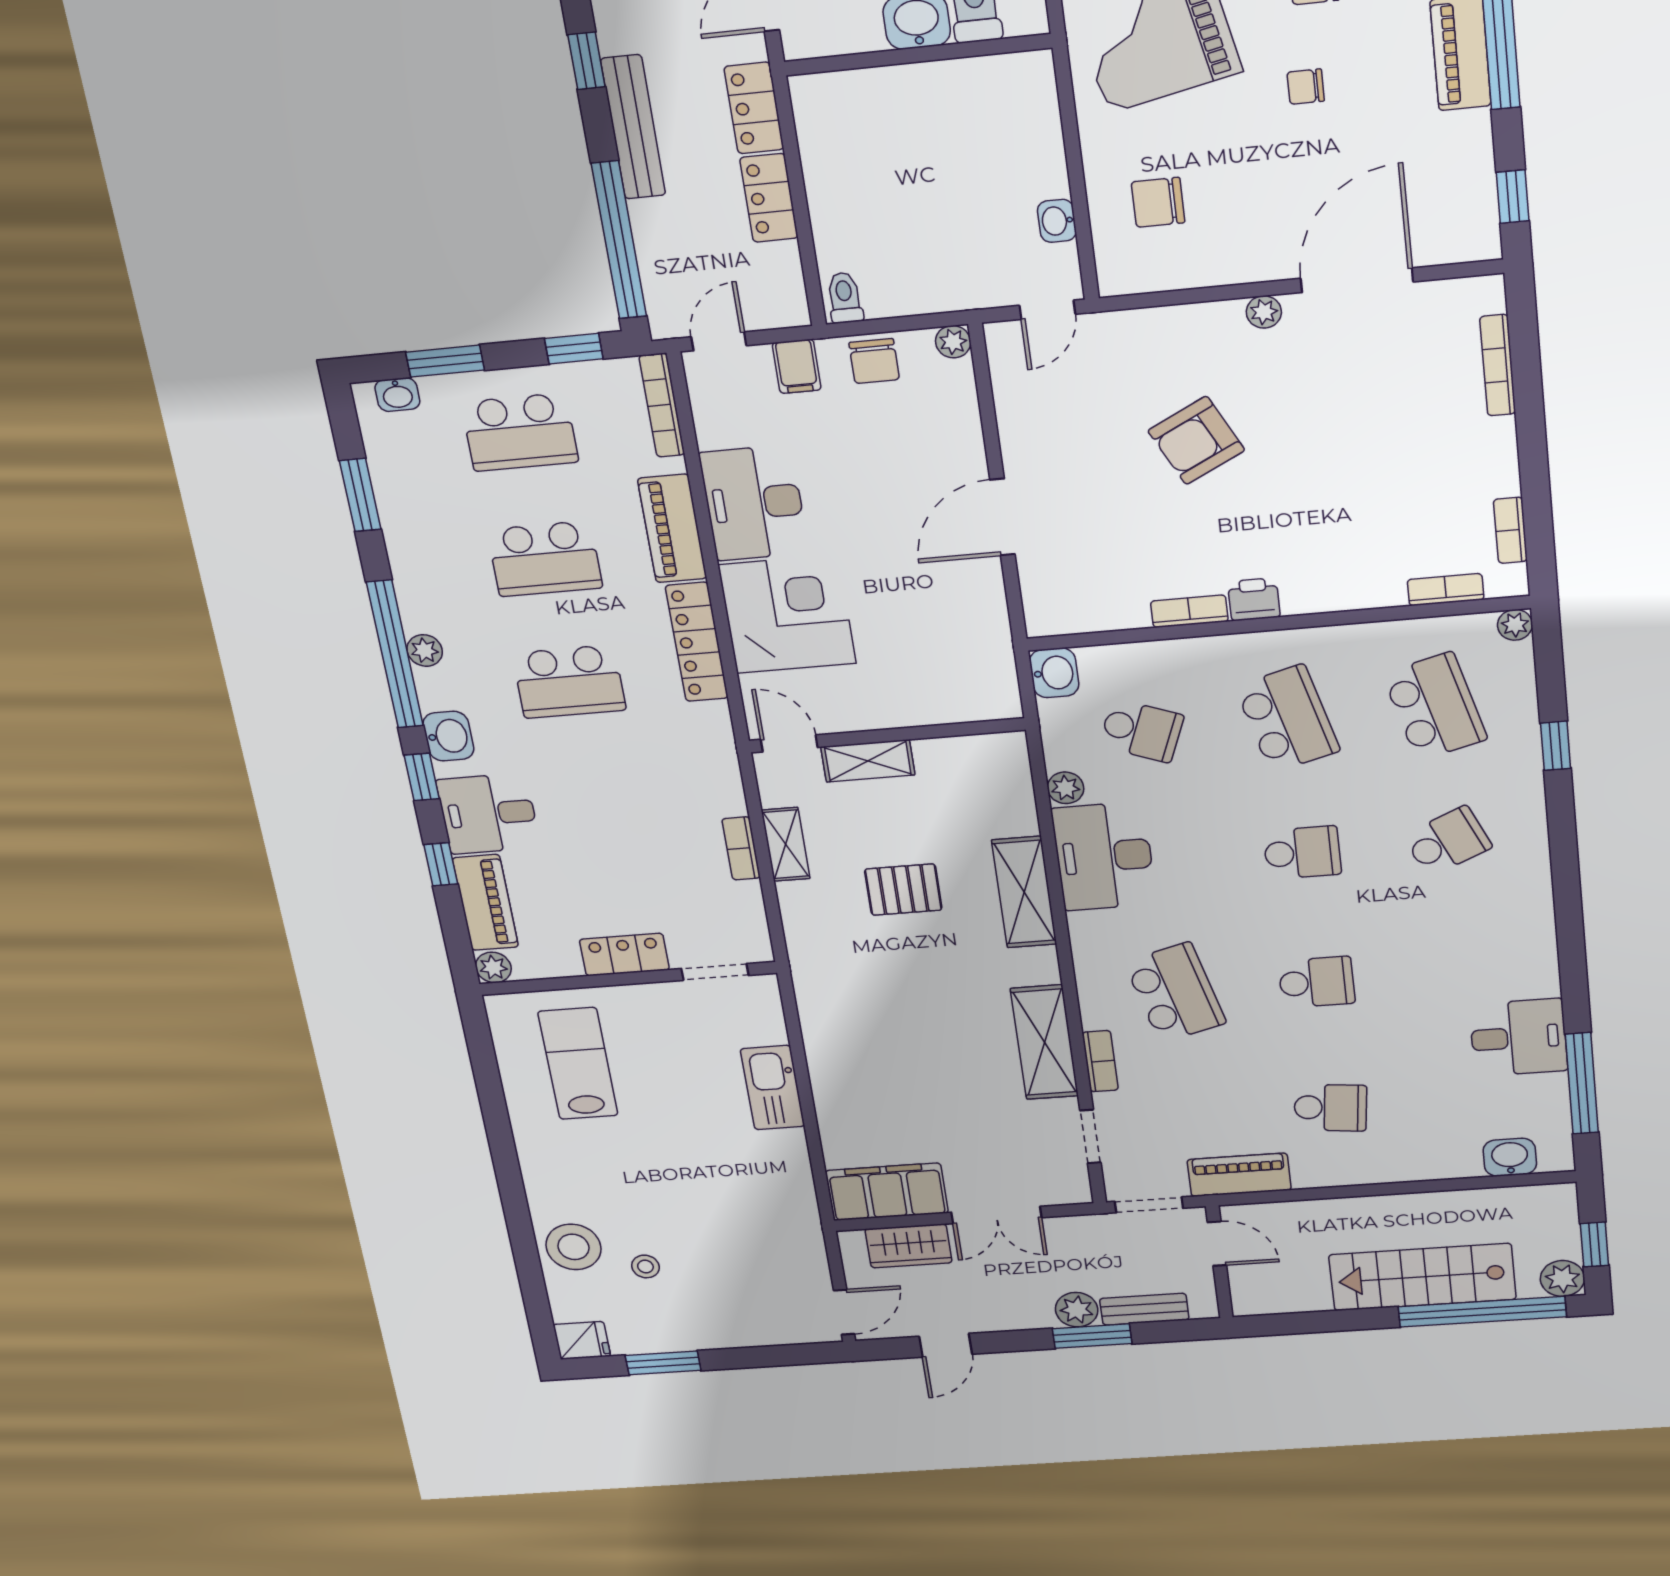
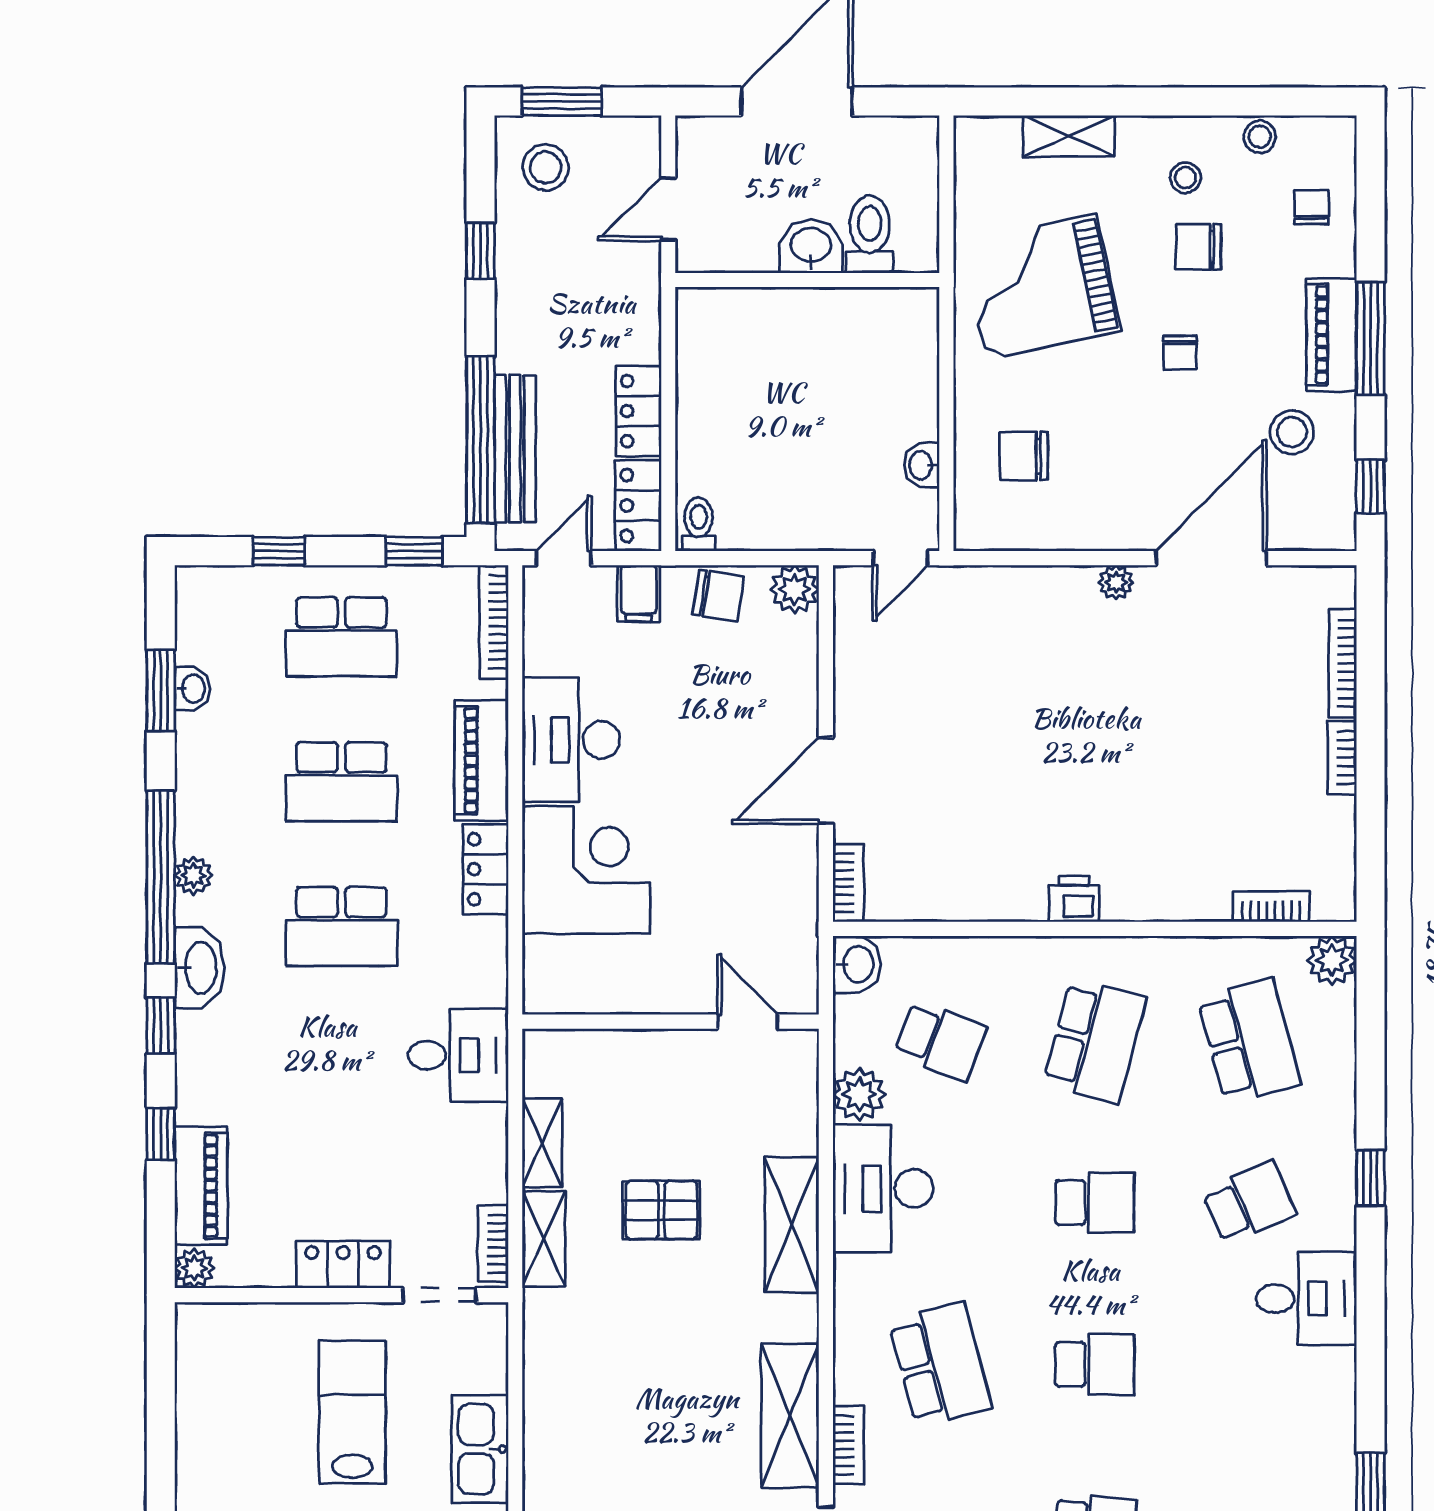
chair: (1306, 87) -> (1180, 353), turned -90
locker: (754, 108) -> (638, 506), moved
bench: (633, 127) -> (515, 449), moved
stool: (1428, 152) -> (1292, 432), added
plant: (953, 342) -> (795, 589), width x1.38, depth x1.38
window: (445, 361) -> (279, 551), width x0.67
chair: (874, 361) -> (718, 595), turned -81
washbasin: (397, 395) -> (192, 689), moved, turned -90
armchair: (1196, 440) -> (1034, 715), removed
bookcase: (1510, 530) -> (1342, 758), moved
bookcase: (1189, 611) -> (848, 883), moved, turned 90
plant: (1515, 625) -> (1332, 960), width x1.38, depth x1.38
locker: (697, 642) -> (486, 869), width x0.66
school desk: (1287, 719) -> (1095, 1041), turned 30
washbasin: (448, 736) -> (199, 968), width x1.38
door: (789, 743) -> (748, 1022), moved
window: (1556, 746) -> (1370, 1178), moved
shelving: (868, 761) -> (544, 1239), moved, turned 90
plant: (1066, 788) -> (859, 1094), width x1.38, depth x1.38
desk: (488, 814) -> (458, 1055), moved, turned 180
bookcase: (741, 848) -> (493, 1244), moved
desk: (1519, 1038) -> (1306, 1299), moved
lab bench: (578, 1064) -> (352, 1412), moved

